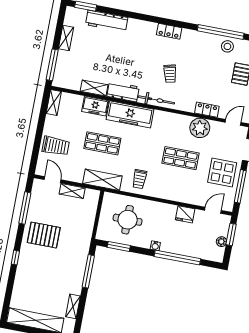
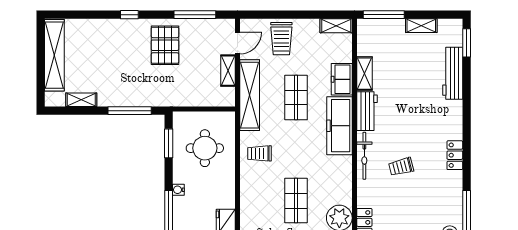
shelving: (102, 180) -> (250, 95), width x1.47

